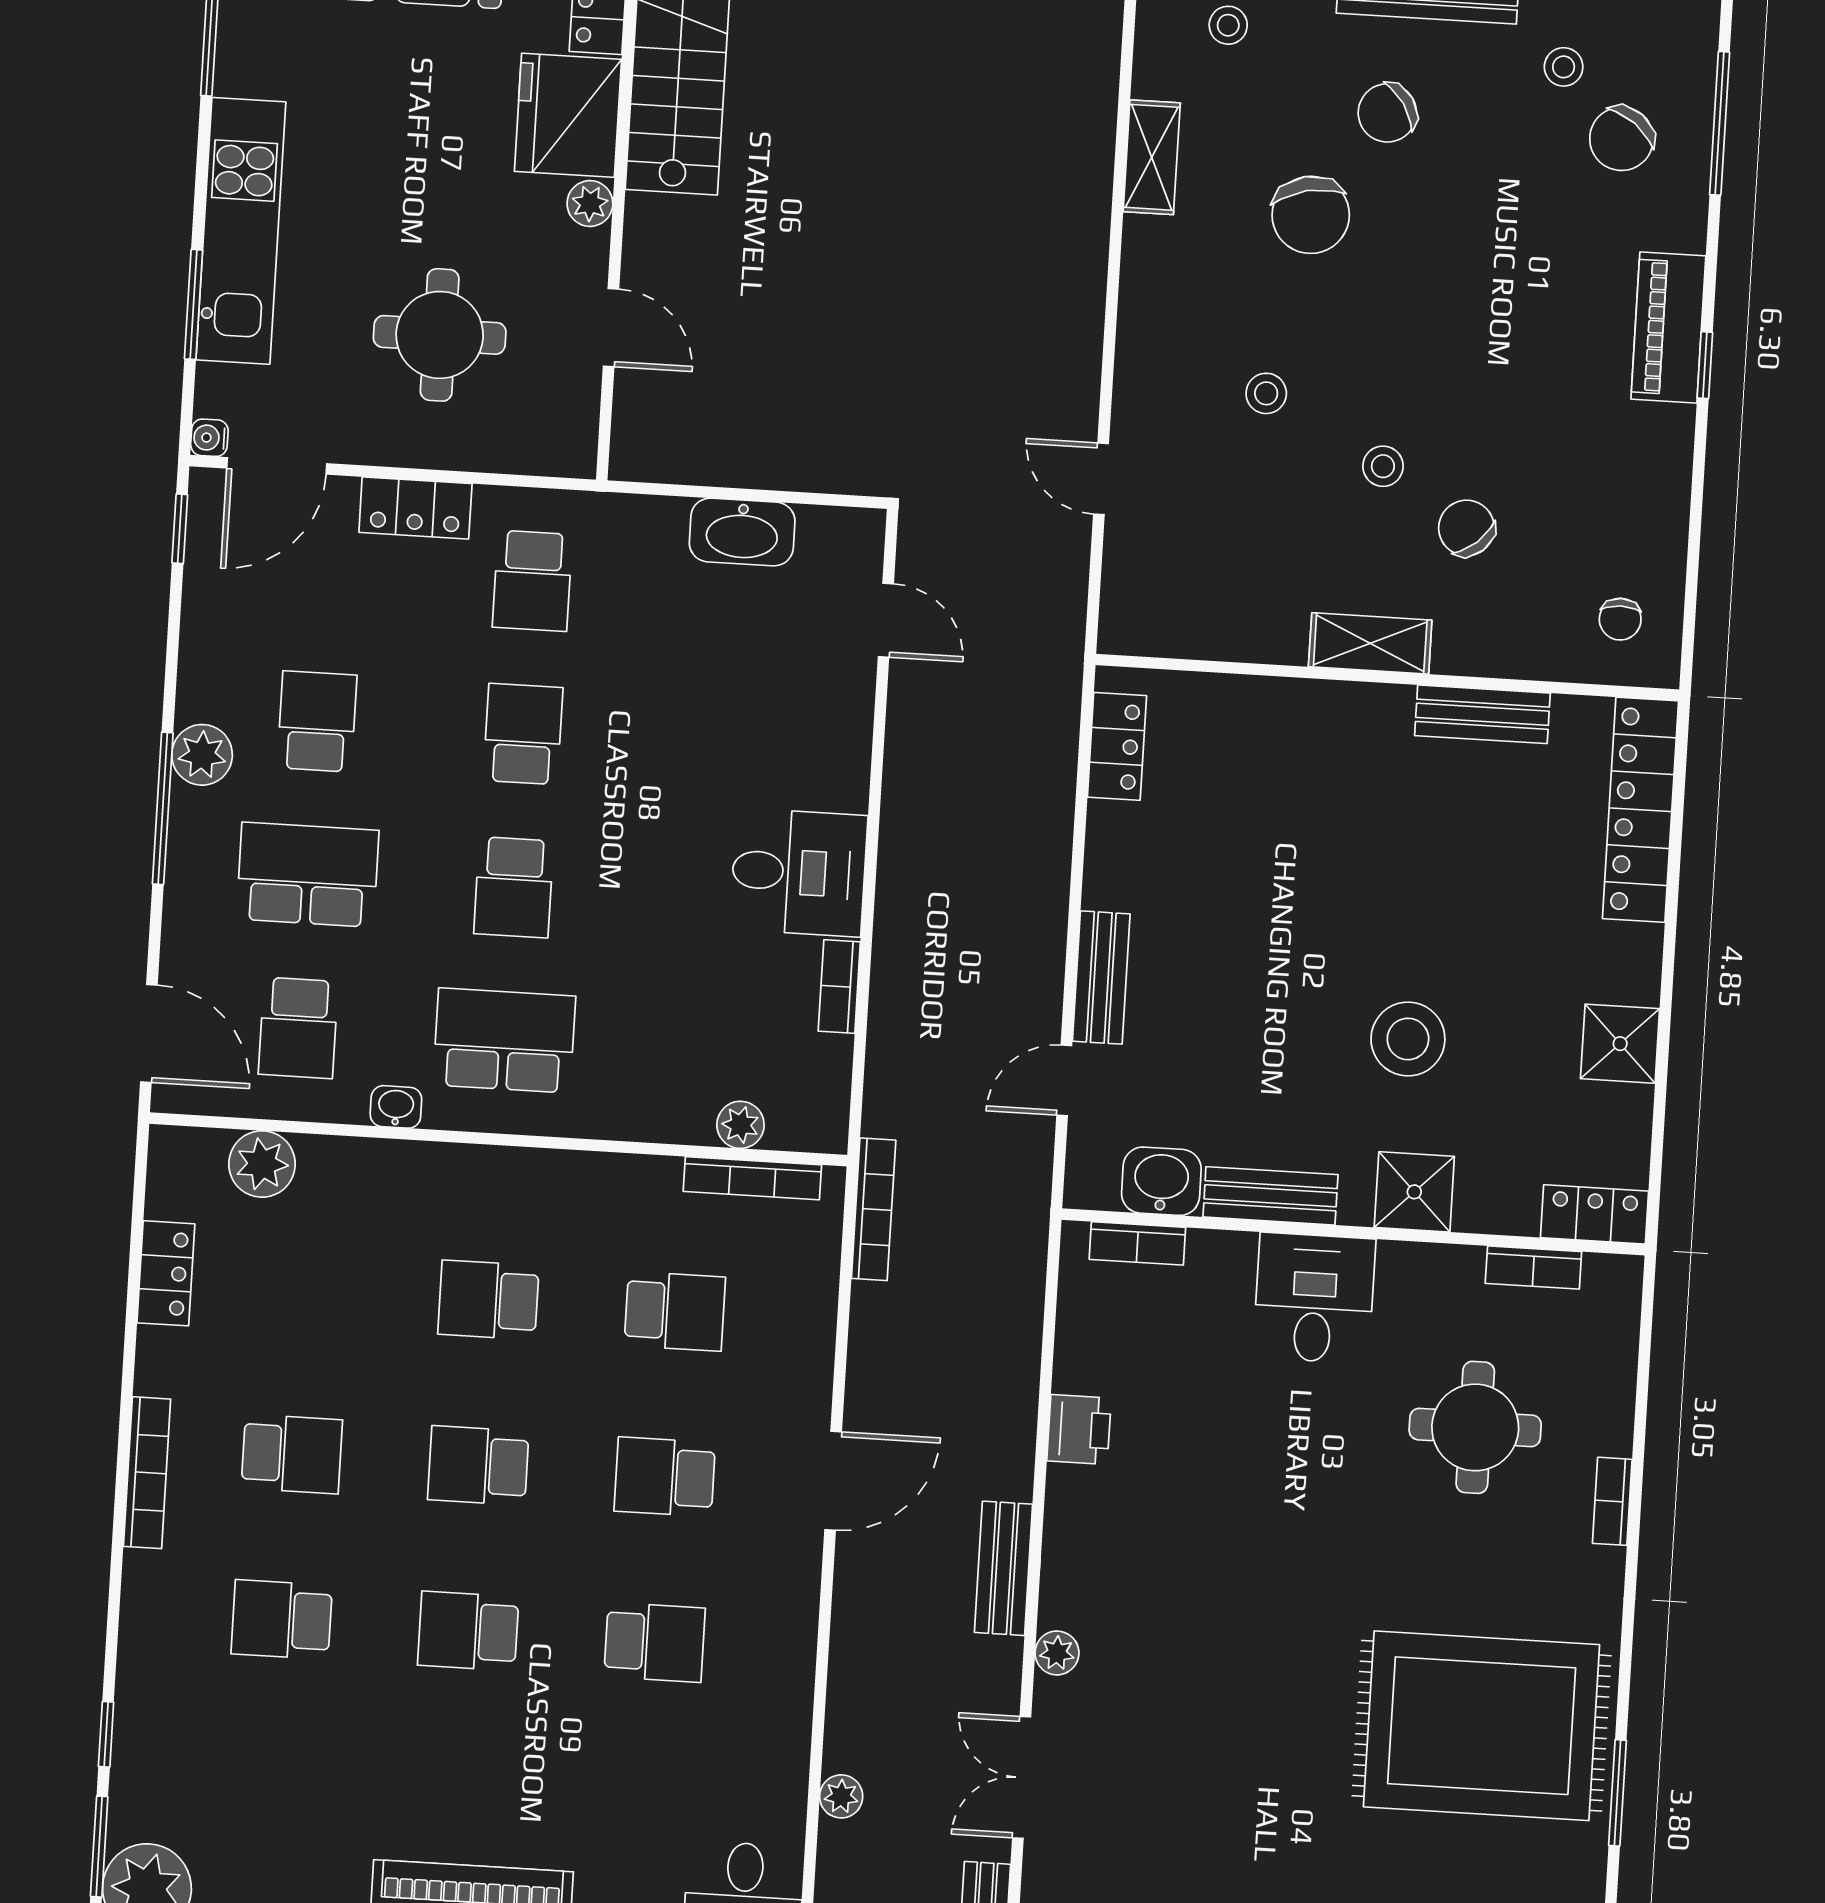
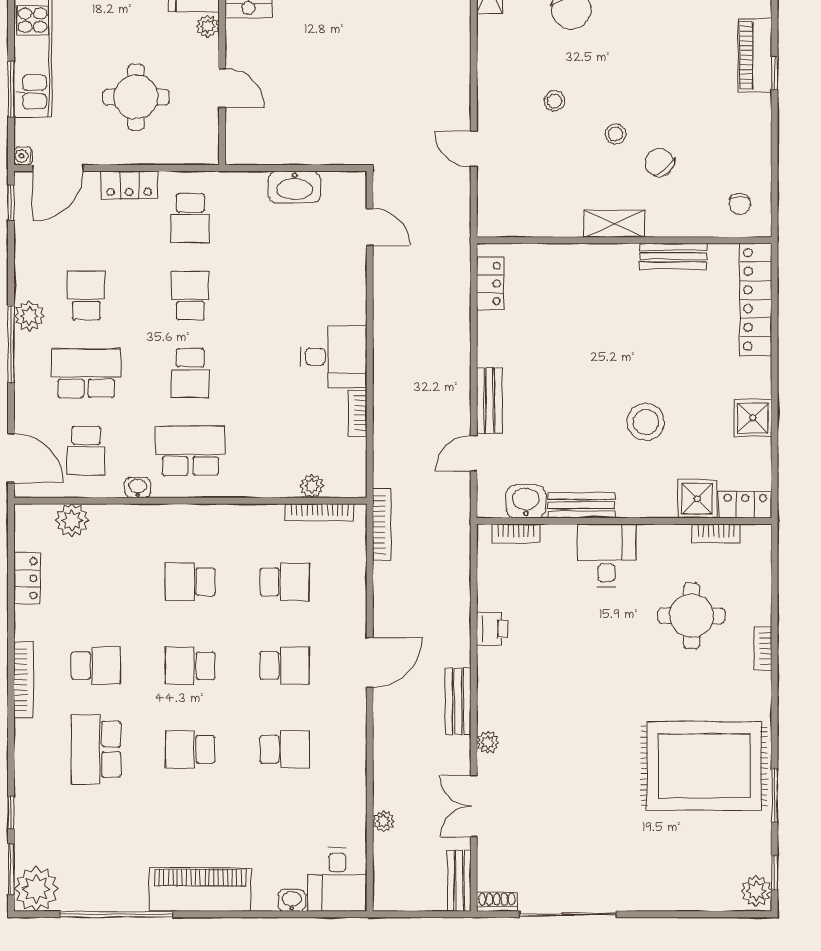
shower: (1414, 1192) -> (697, 499), moved
school desk: (665, 1477) -> (285, 666), turned 180
school desk: (282, 1620) -> (96, 749), width x1.85

